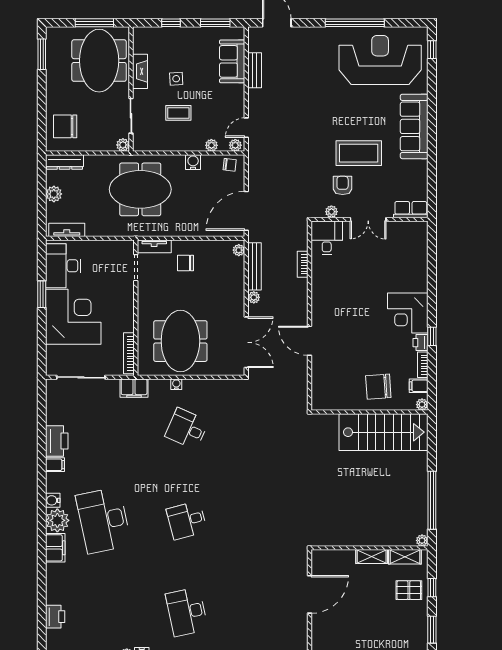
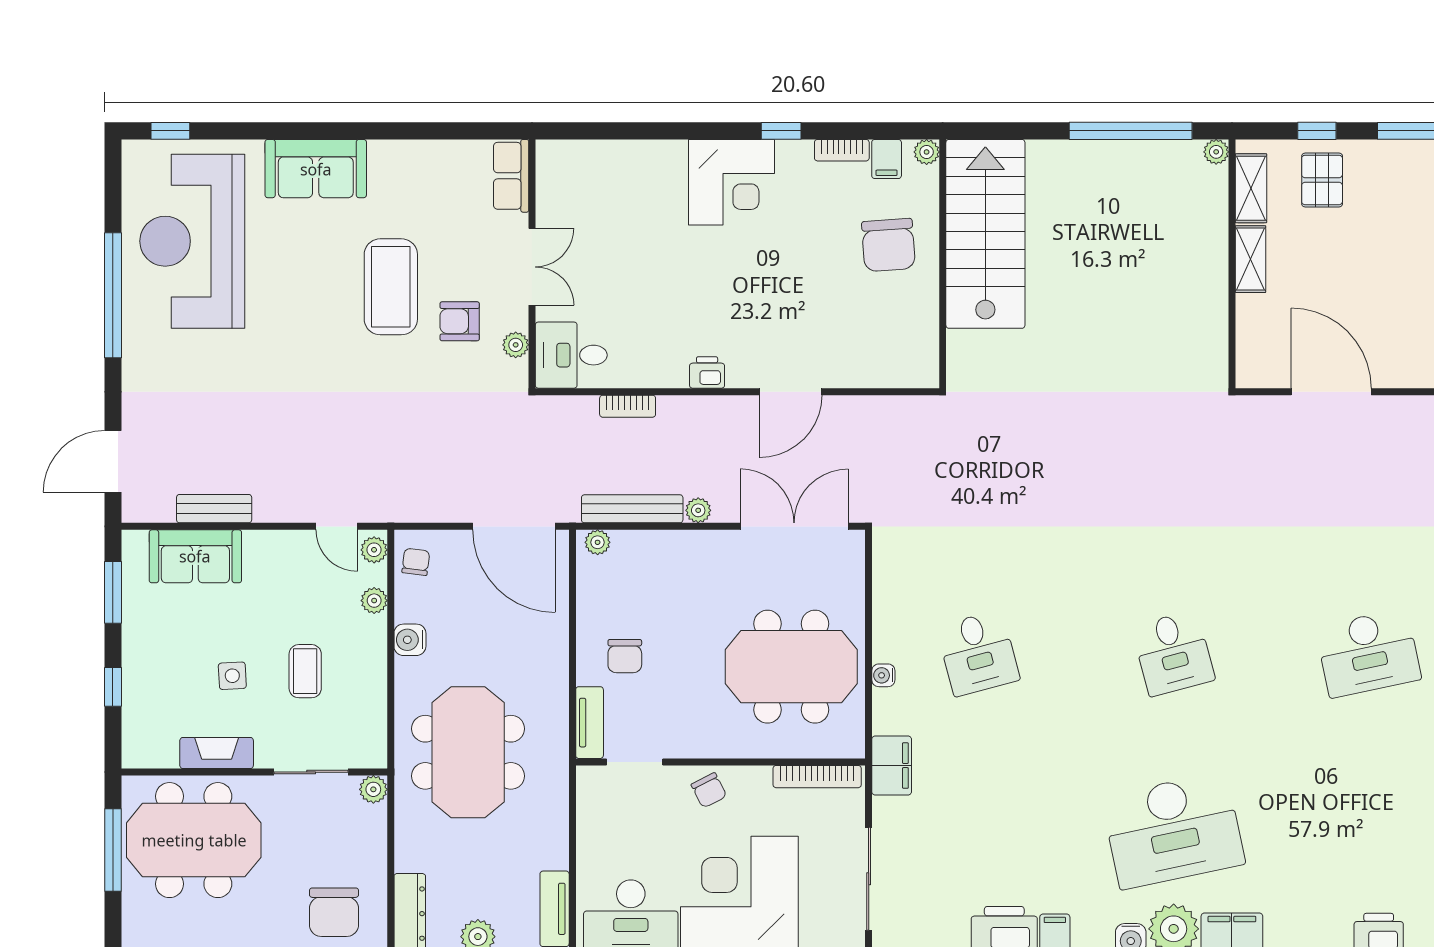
sofa: (414, 126) -> (316, 169), width x0.73
chair: (122, 302) -> (709, 790), added
printer: (420, 343) -> (707, 372), moved, turned 180
desk: (187, 429) -> (978, 653), turned -39

